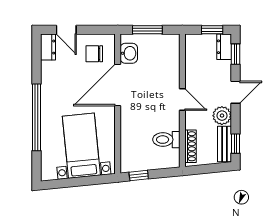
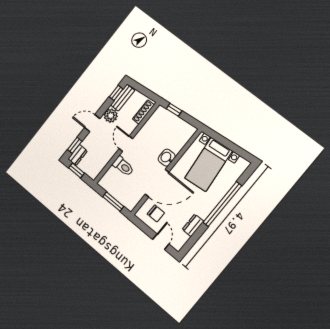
dresser: (48, 47) -> (193, 225), moved
washbasin: (129, 53) -> (167, 158), moved
toilet: (166, 140) -> (123, 166), moved
window: (139, 176) -> (174, 110), moved

